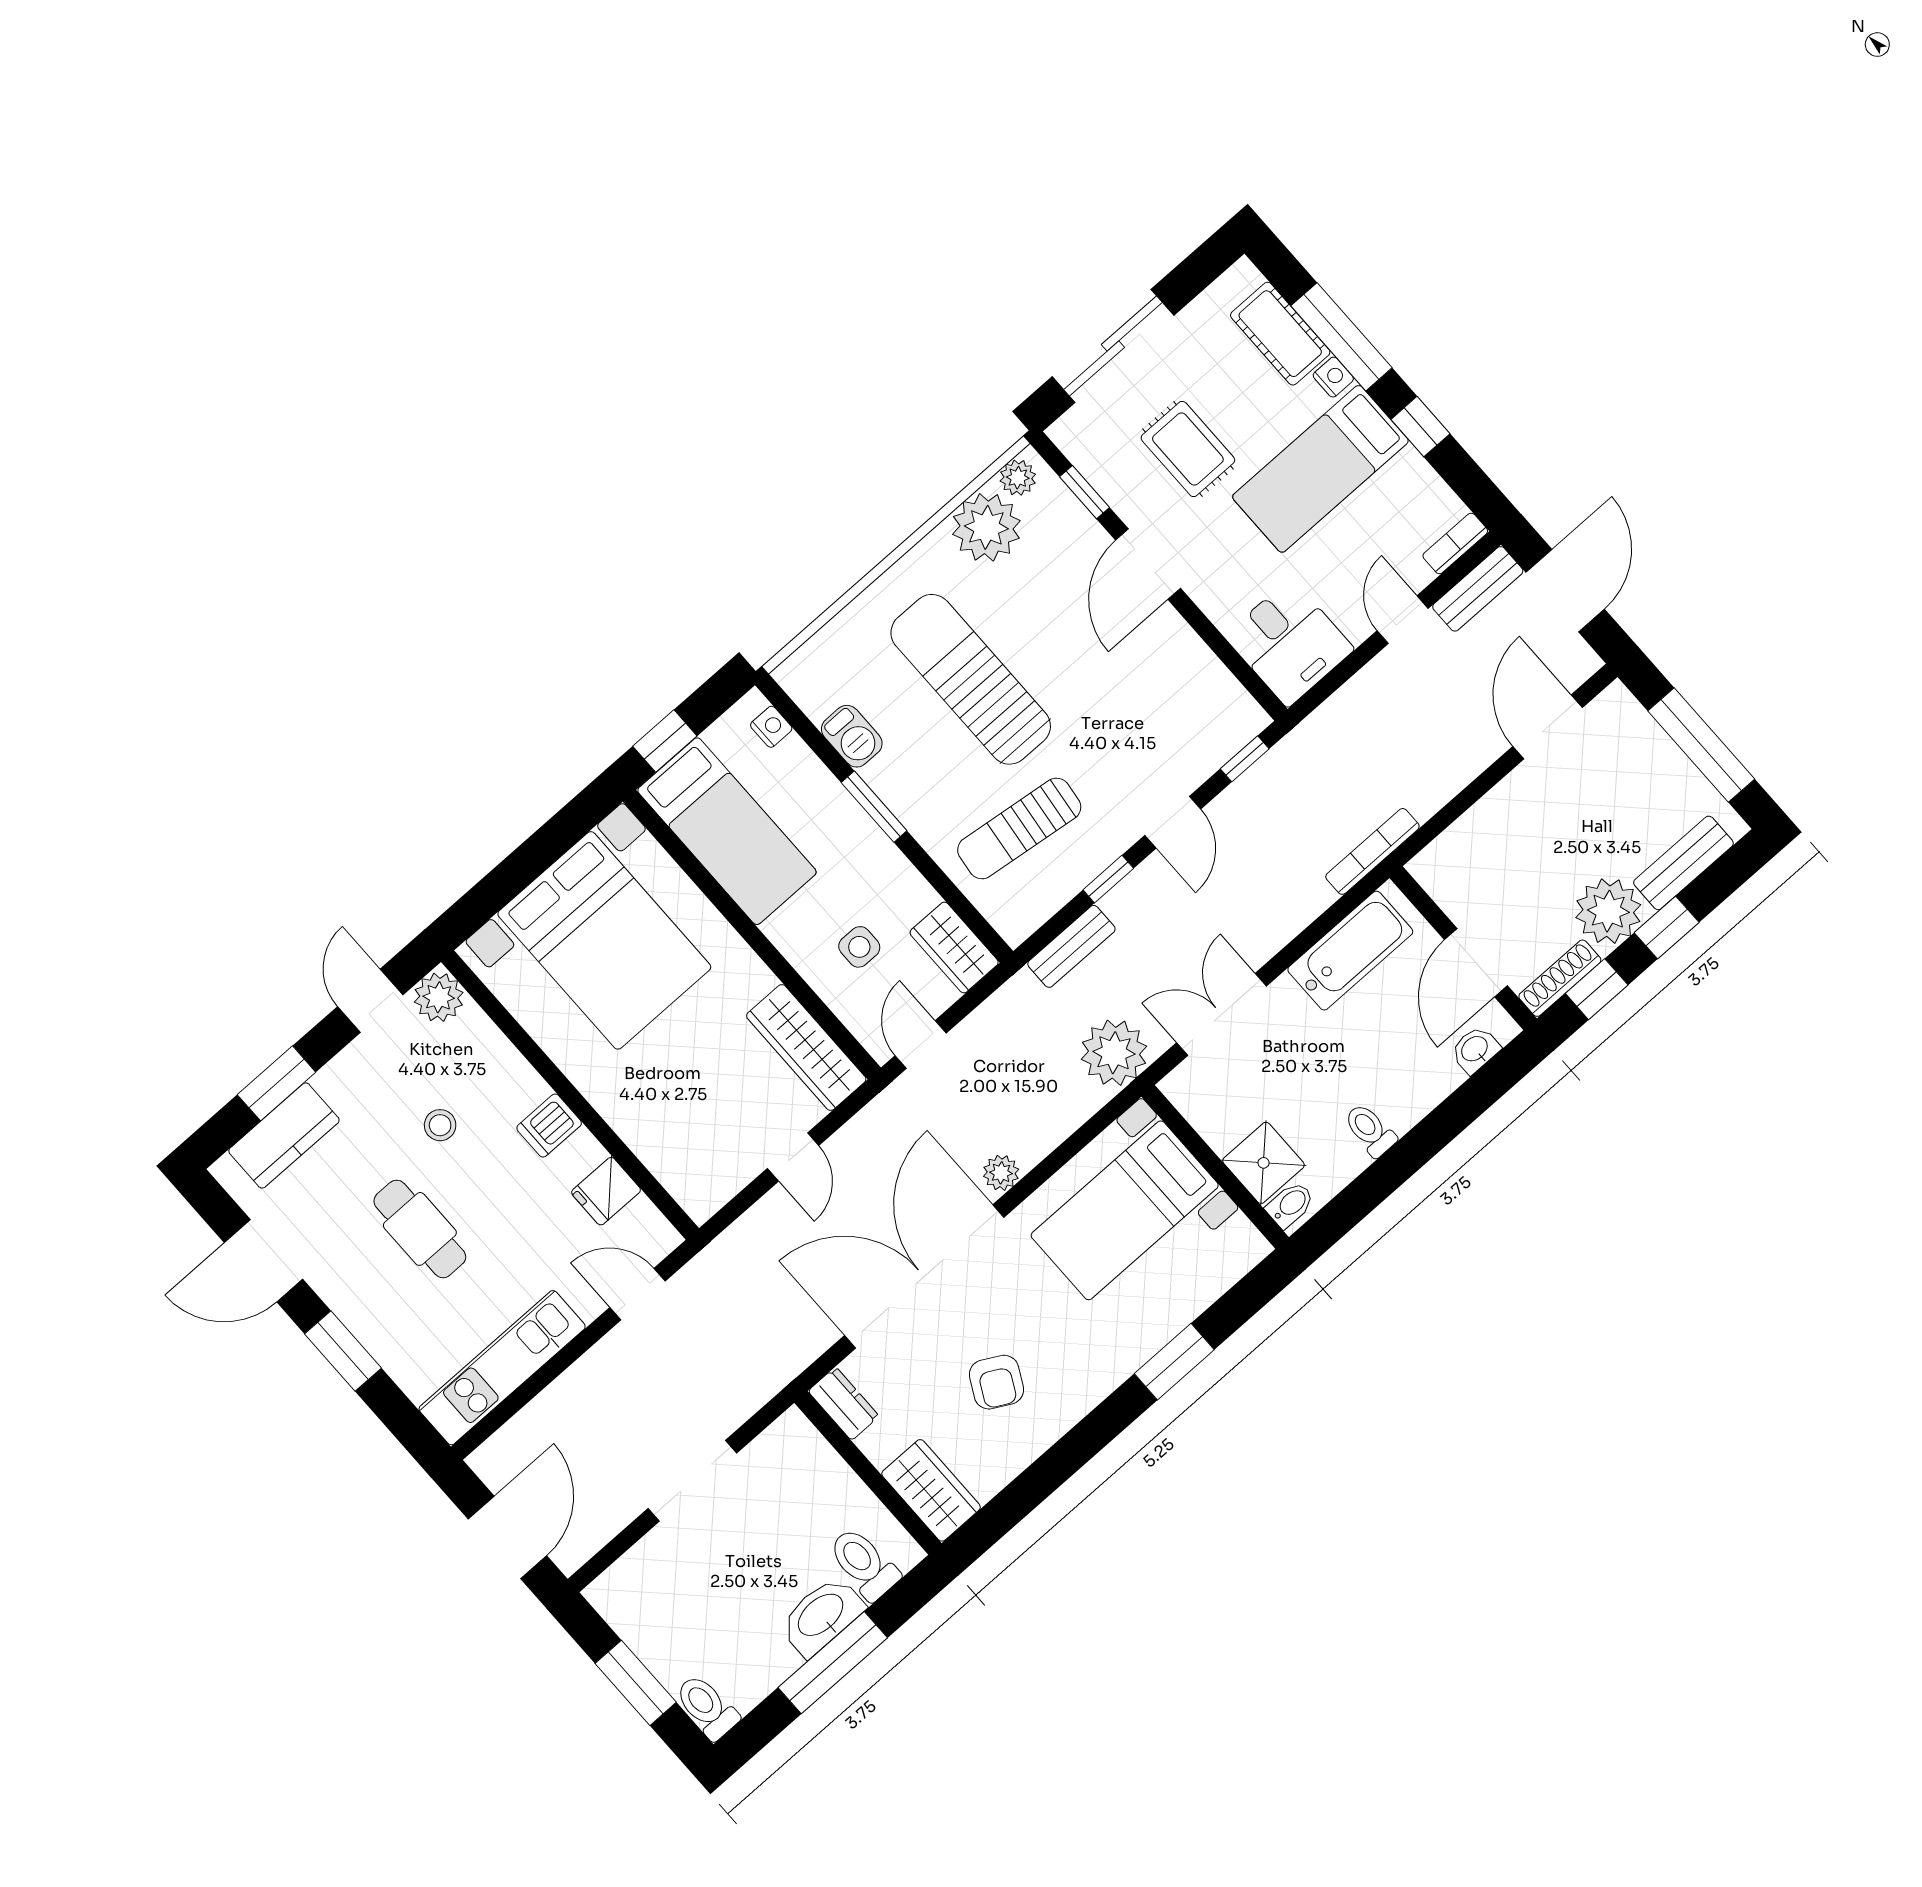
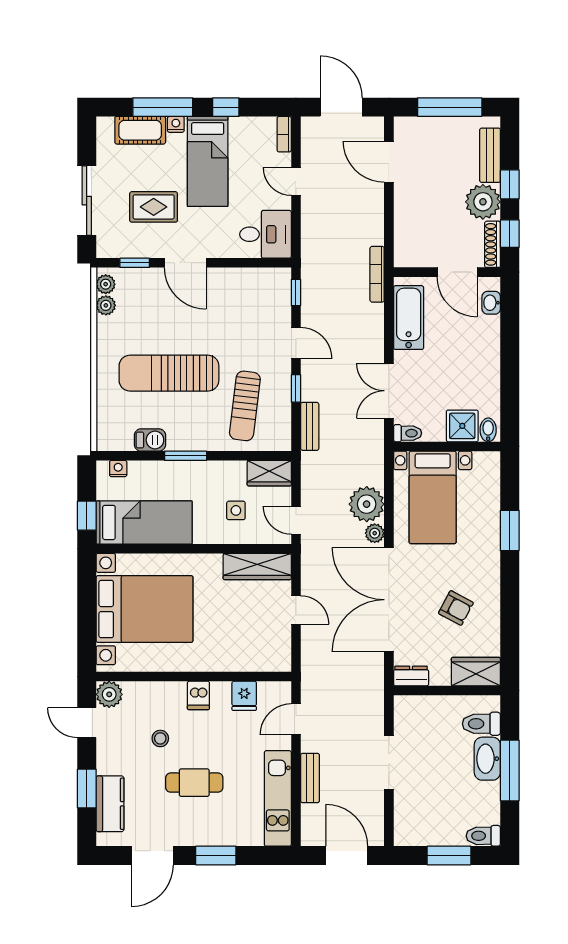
plant: (986, 527) -> (106, 305), width x0.53, depth x0.53
bench: (1478, 589) -> (310, 778), moved
plant: (1114, 1053) -> (367, 504), moved
toilet: (1370, 1130) -> (408, 433), moved, turned 180

